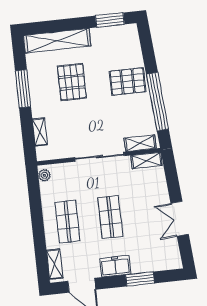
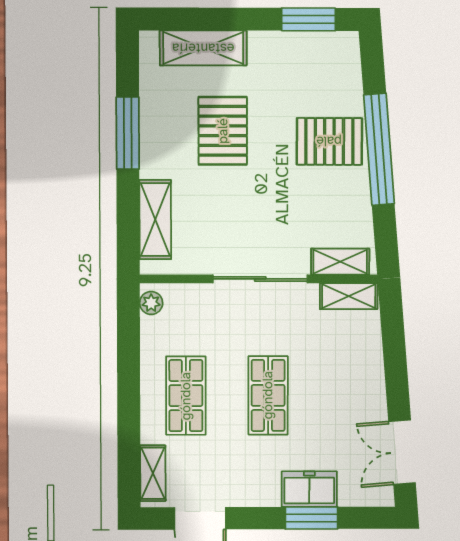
shelving: (57, 41) -> (203, 48), width x0.68
window: (157, 102) -> (379, 149), moved
shelving: (40, 132) -> (155, 220), width x1.50, depth x1.33
double door: (180, 219) -> (402, 452), moved
freezer: (115, 266) -> (309, 489), moved

